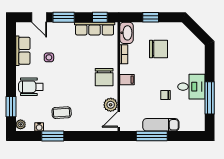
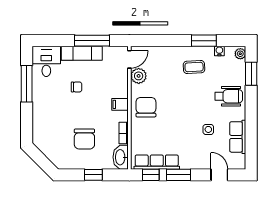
window: (64, 17) -> (179, 175), moved
chair: (159, 49) -> (84, 139), turned -90
desk: (191, 87) -> (46, 61), moved, turned 90

